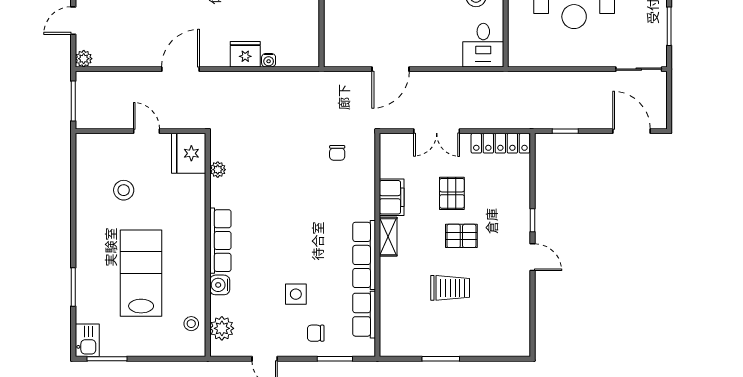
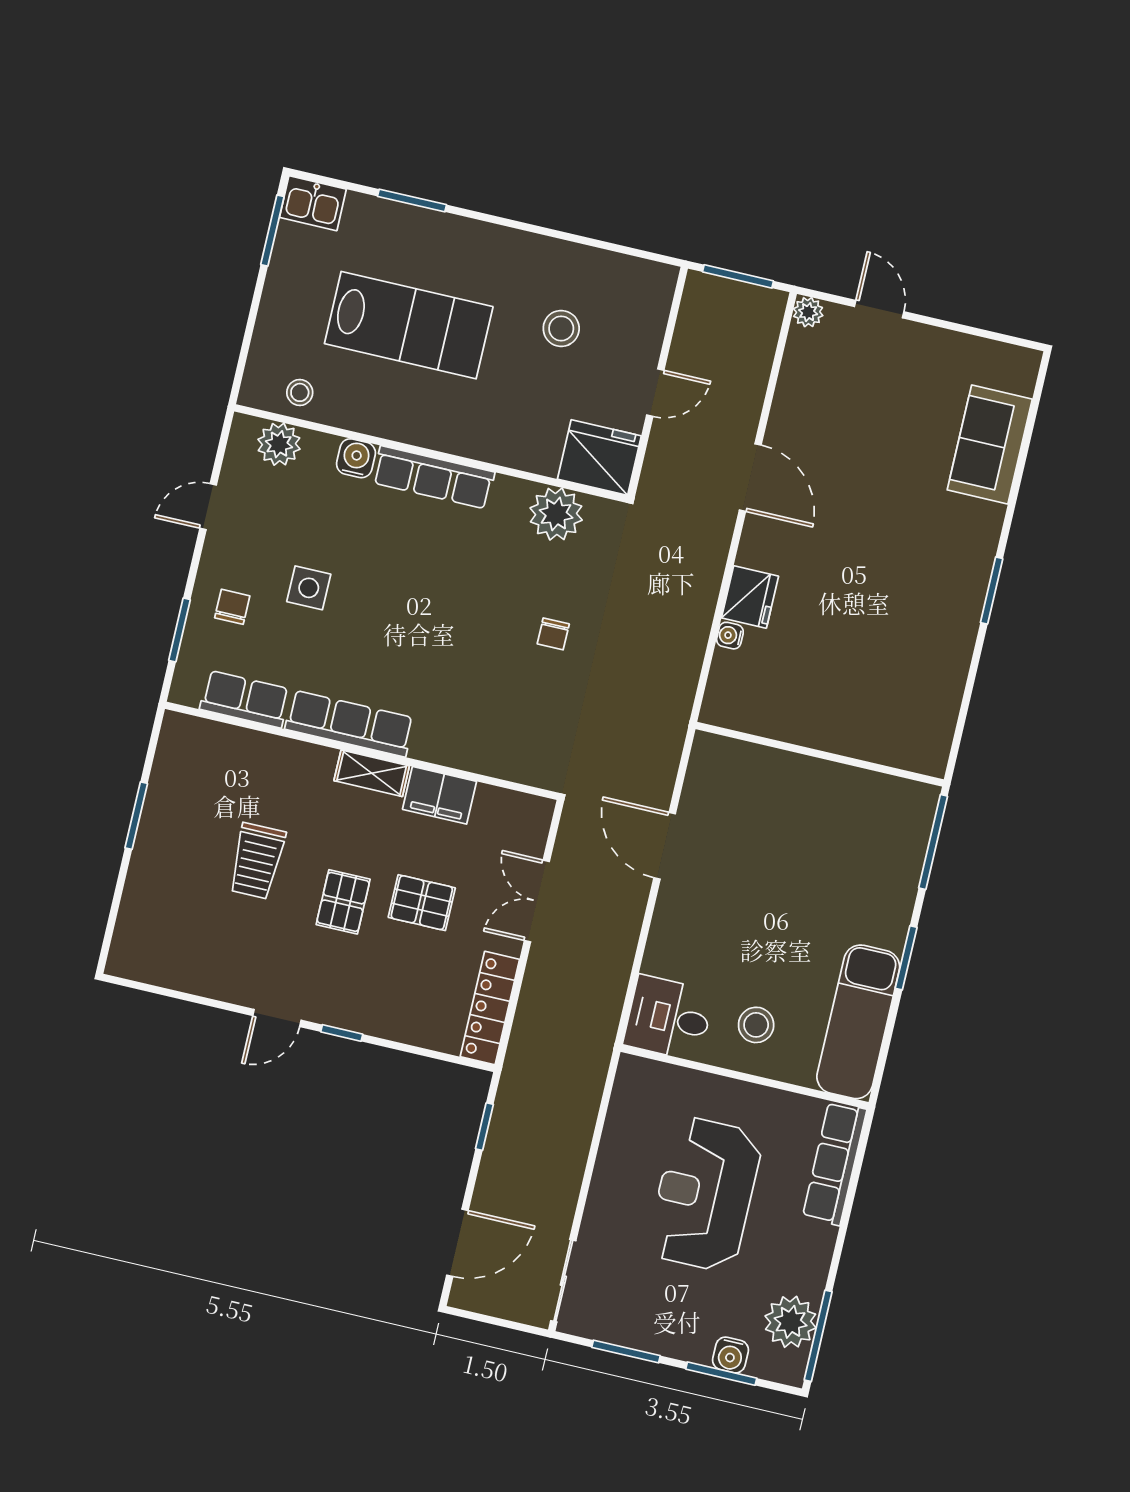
chair: (337, 153) -> (553, 634), moved, turned -90
plant: (218, 170) -> (556, 514), width x1.88, depth x1.88

